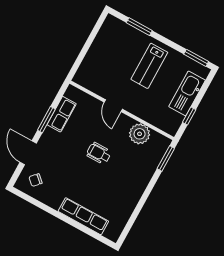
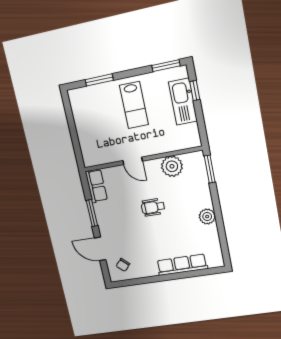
row of seats: (62, 114) -> (96, 186), moved
window: (189, 116) -> (195, 91), moved
plant: (134, 193) -> (207, 217), added

